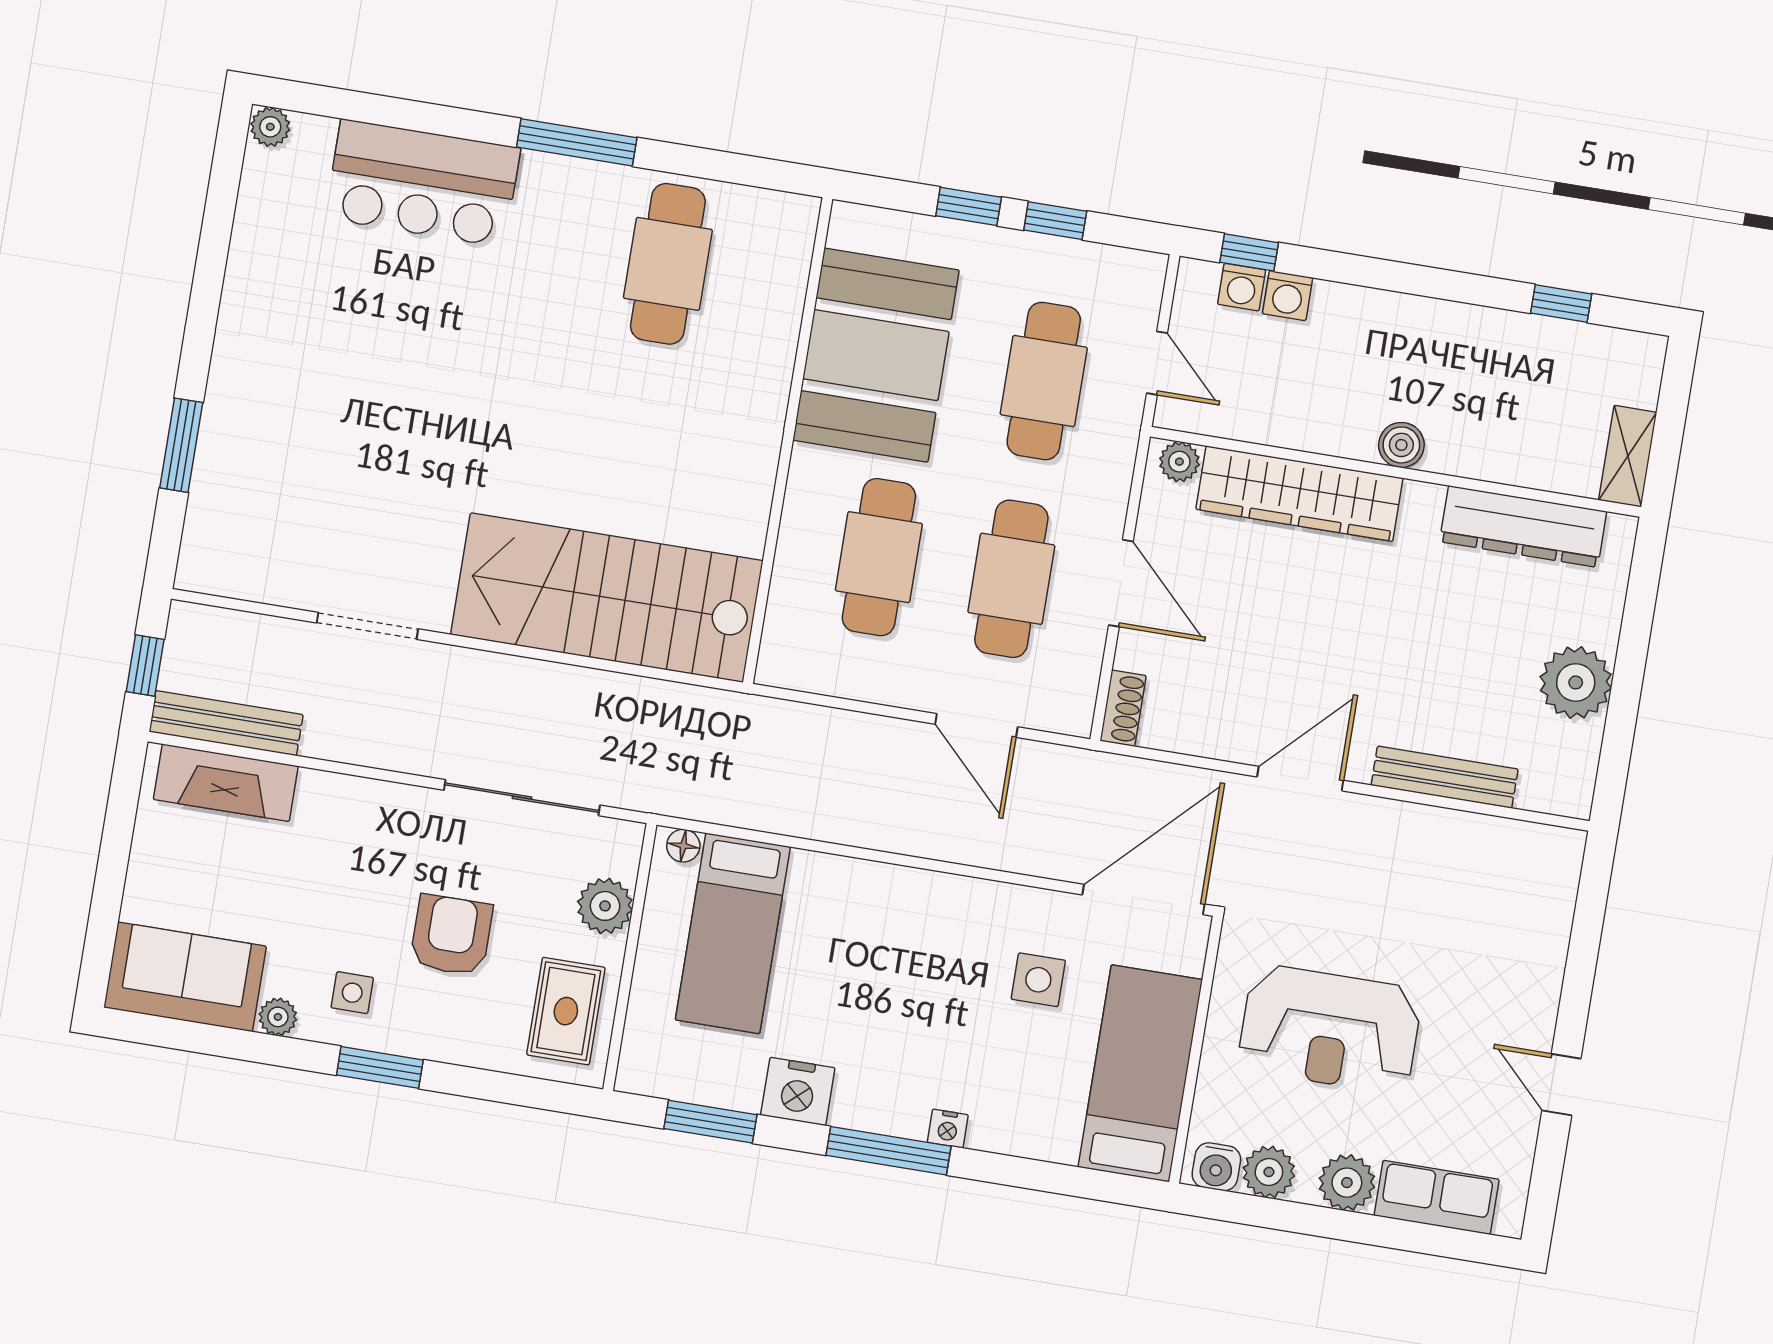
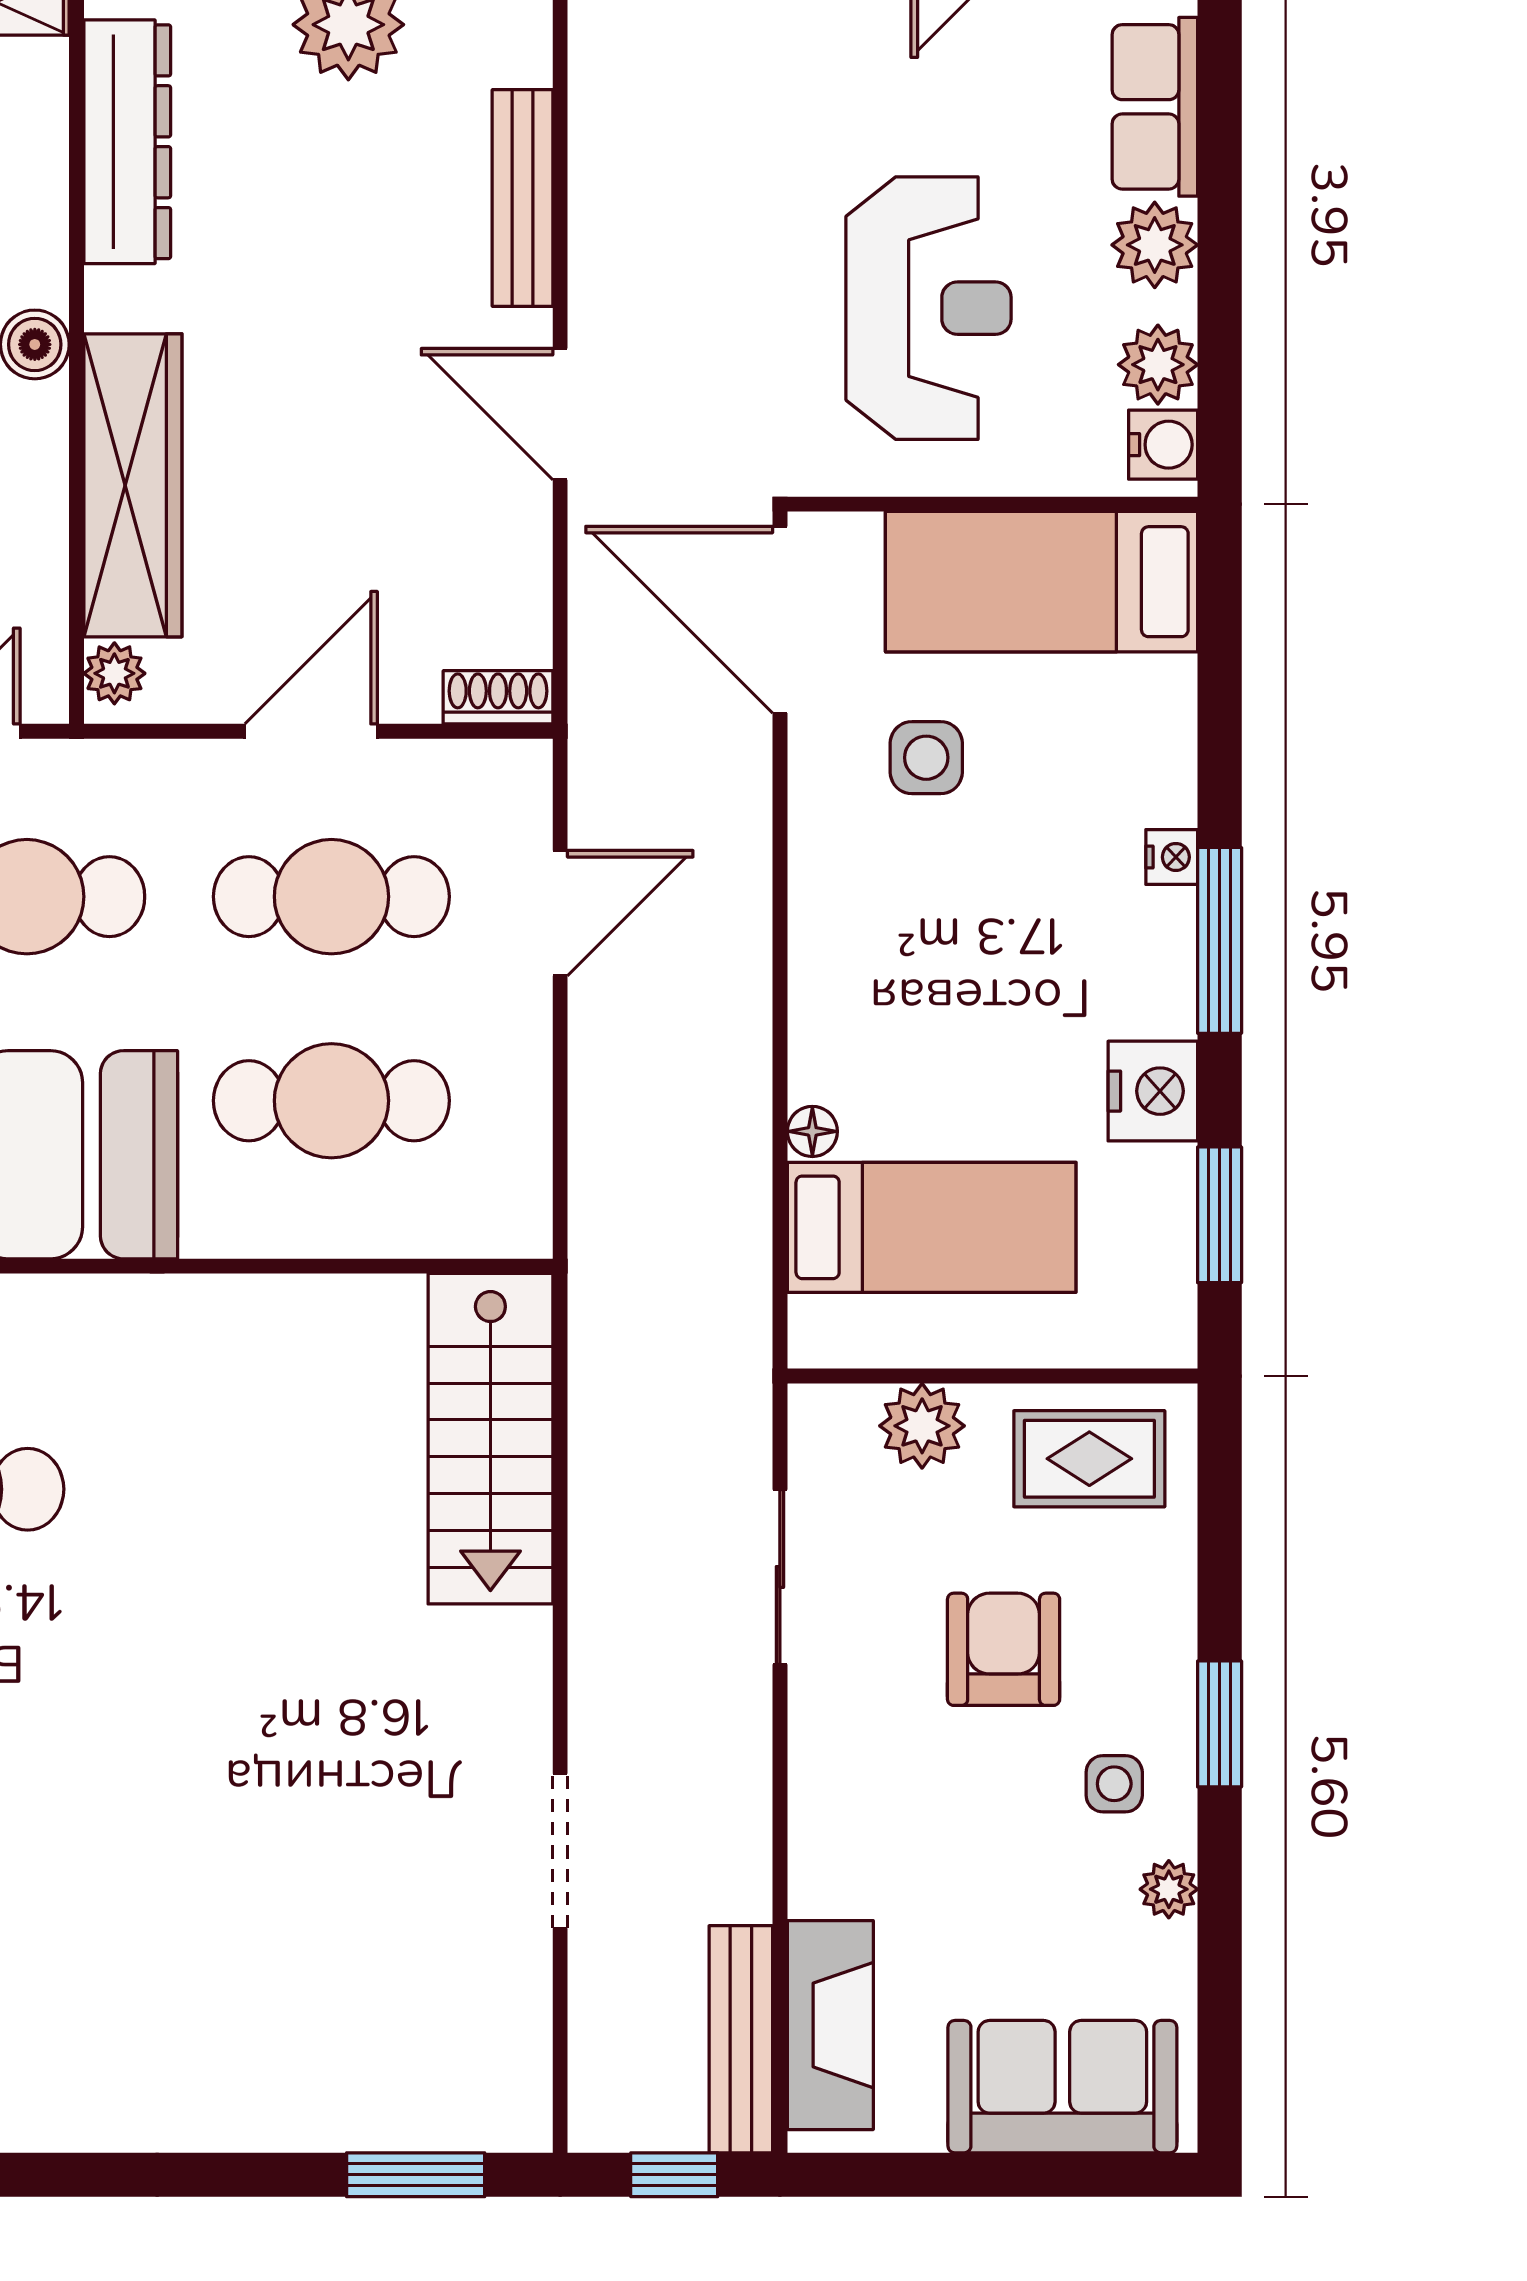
window: (181, 445) -> (416, 2175), moved
stairs: (607, 598) -> (490, 1439), width x0.73, depth x0.66
sliding door: (522, 798) -> (780, 1577), width x0.73
floor lamp: (683, 846) -> (812, 1131), moved
armchair: (451, 935) -> (1004, 1649), turned 90
sofa: (185, 977) -> (1062, 2087), moved, turned 90

